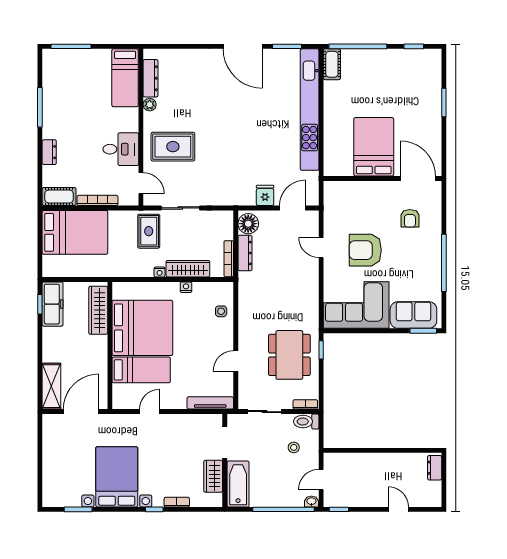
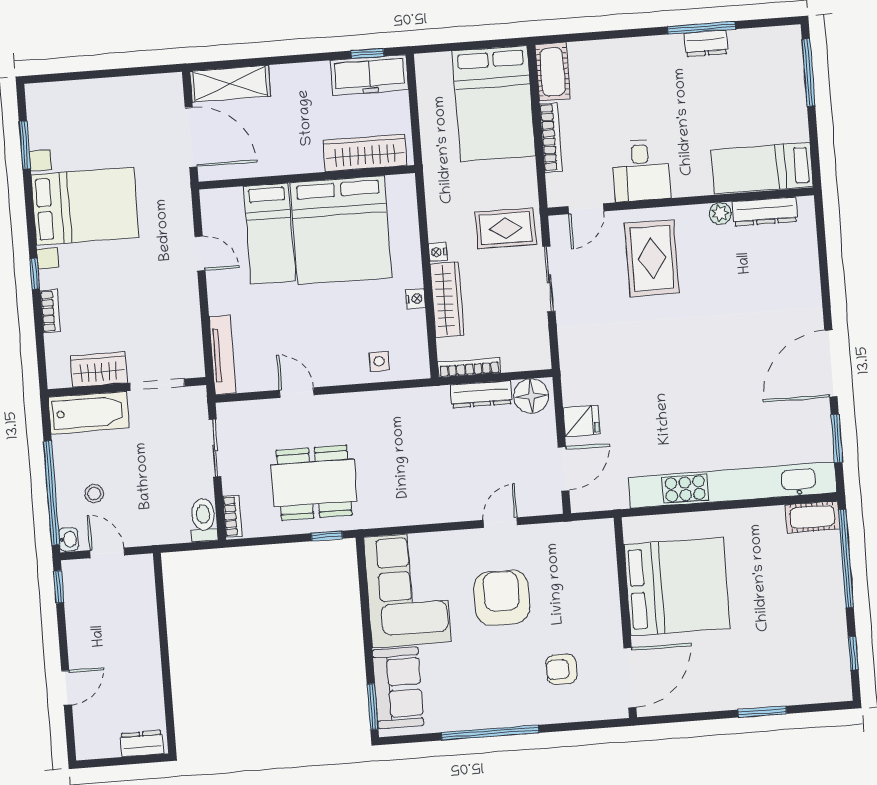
bed: (374, 147) -> (677, 586), width x1.36
dresser: (49, 152) -> (706, 43), moved
door: (293, 208) -> (564, 469), hinge flipped
stool: (294, 447) -> (94, 494), moved

